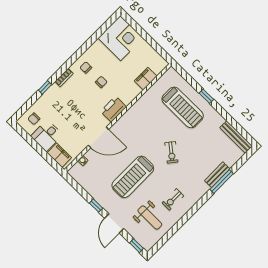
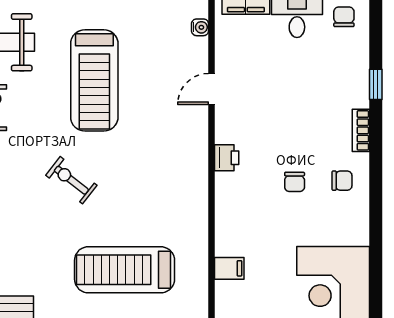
filing cabinet: (146, 79) -> (229, 268), width x0.50
printer: (113, 109) -> (227, 158), width x0.53, depth x0.68
door: (98, 137) -> (212, 89), width x0.53
treadmill: (133, 177) -> (94, 80), turned 180

